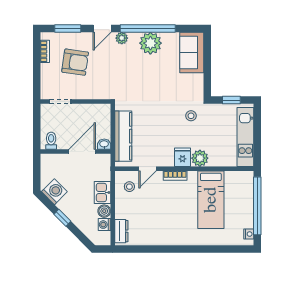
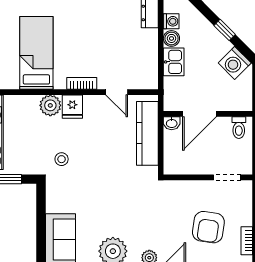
armchair: (75, 62) -> (208, 227), turned -90
door: (148, 169) -> (117, 92), swing flipped
stool: (129, 187) -> (140, 69), removed

